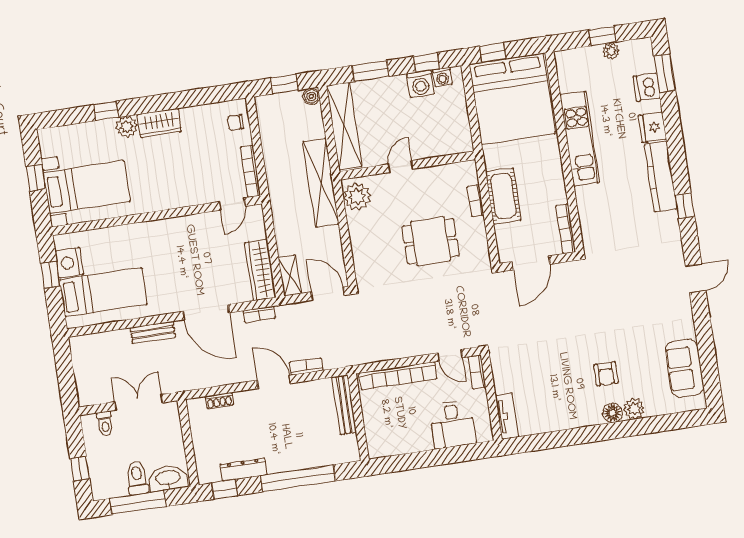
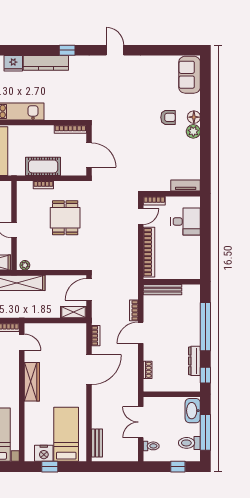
plant: (357, 197) -> (25, 265), width x0.53, depth x0.53
wardrobe: (260, 270) -> (32, 382), moved, turned -90
bench: (153, 332) -> (97, 443), moved
sofa: (685, 368) -> (189, 75), moved, turned 90
plant: (634, 409) -> (193, 131), moved
toilet: (137, 478) -> (189, 443), moved

